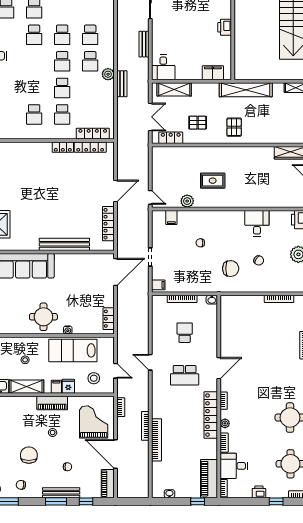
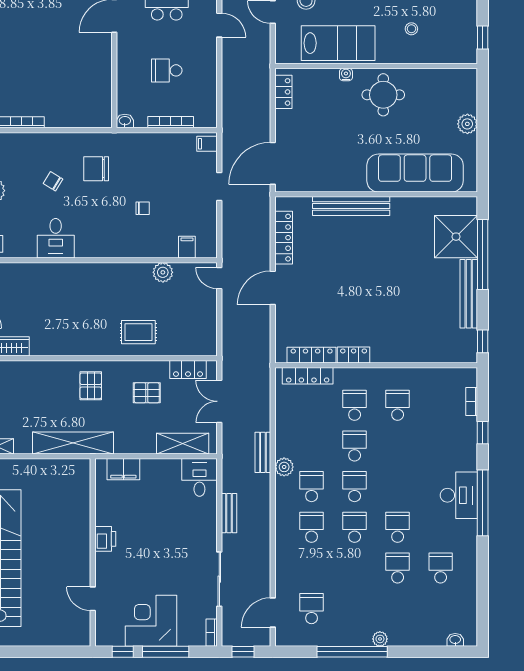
rug: (213, 181) -> (138, 332), moved
school desk: (185, 333) -> (167, 70), turned 90

